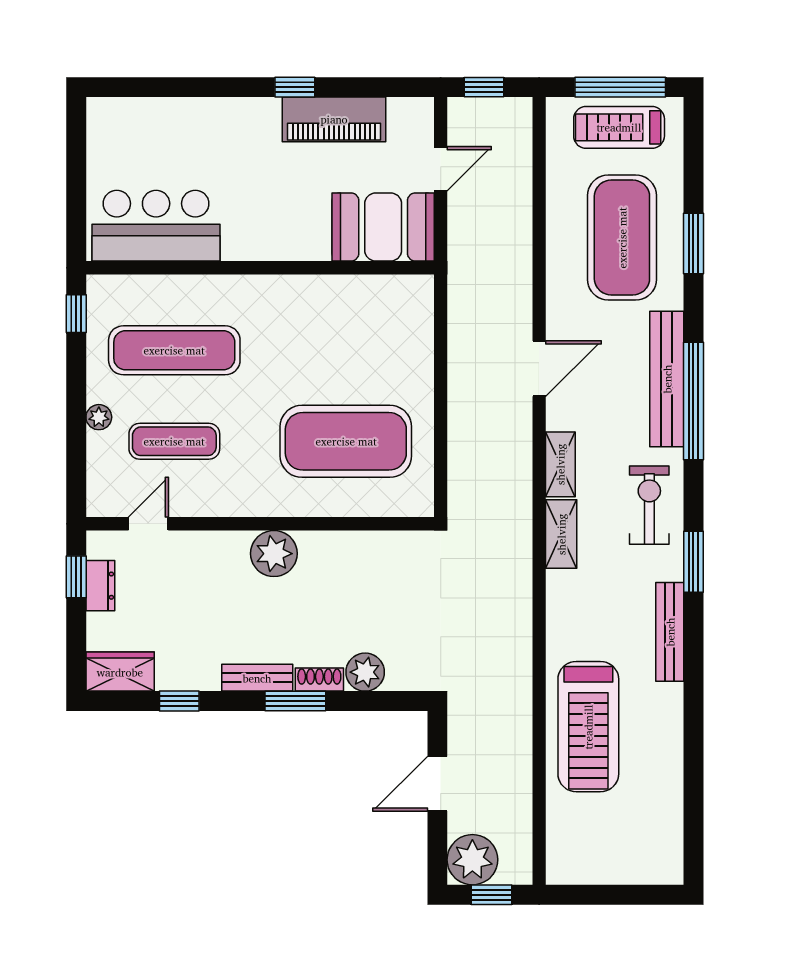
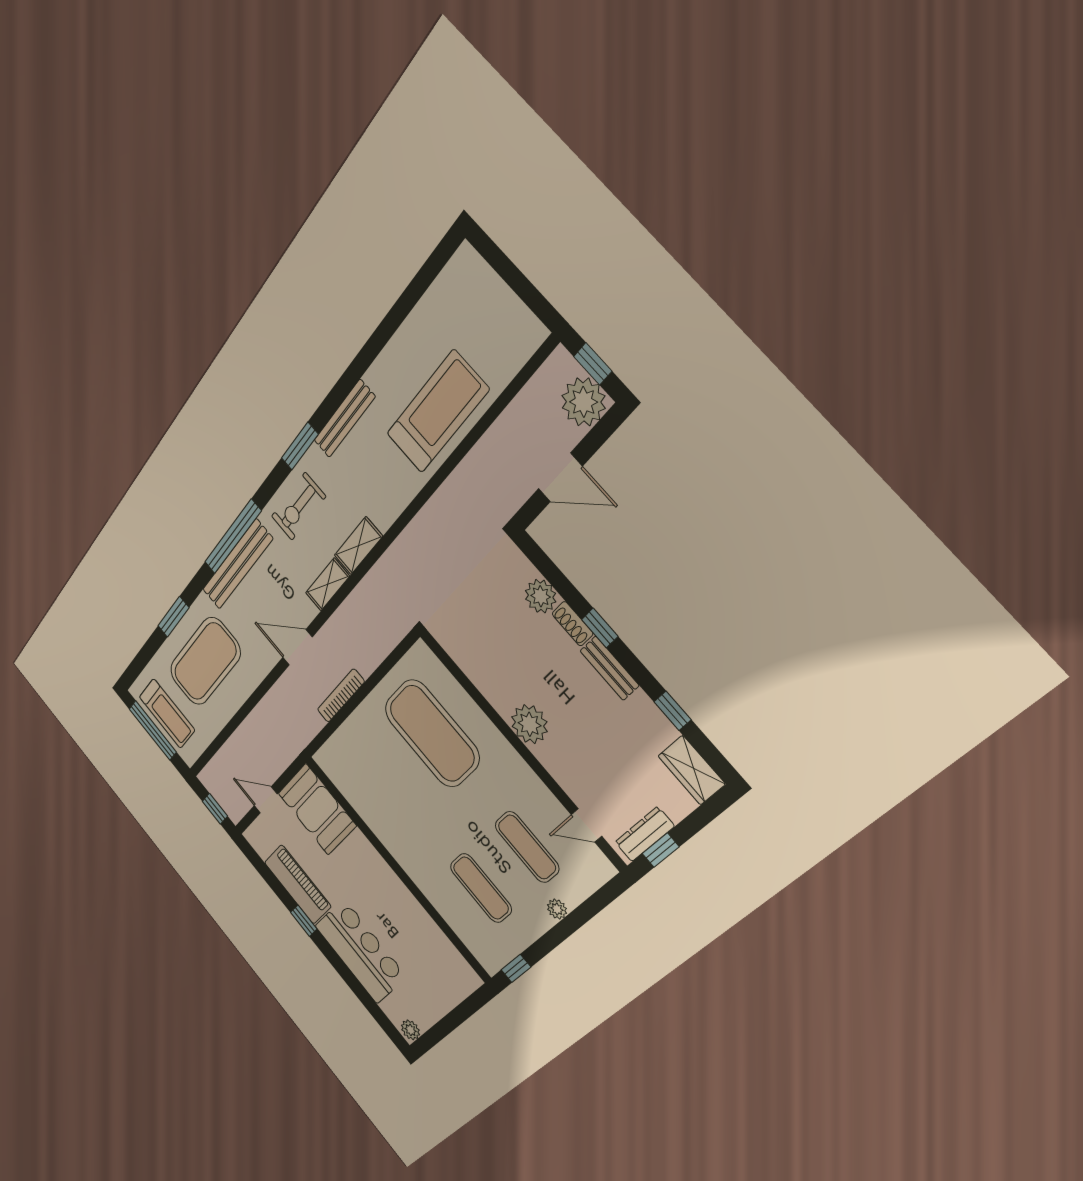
plant: (100, 115) -> (410, 1030), added
bar counter: (156, 226) -> (361, 951), moved, turned 180
exercise mat: (174, 350) -> (481, 888), width x0.73, depth x0.69
bookcase: (458, 373) -> (341, 696), added
dresser: (100, 586) -> (645, 834), width x1.44
window: (295, 701) -> (600, 628), width x0.67

